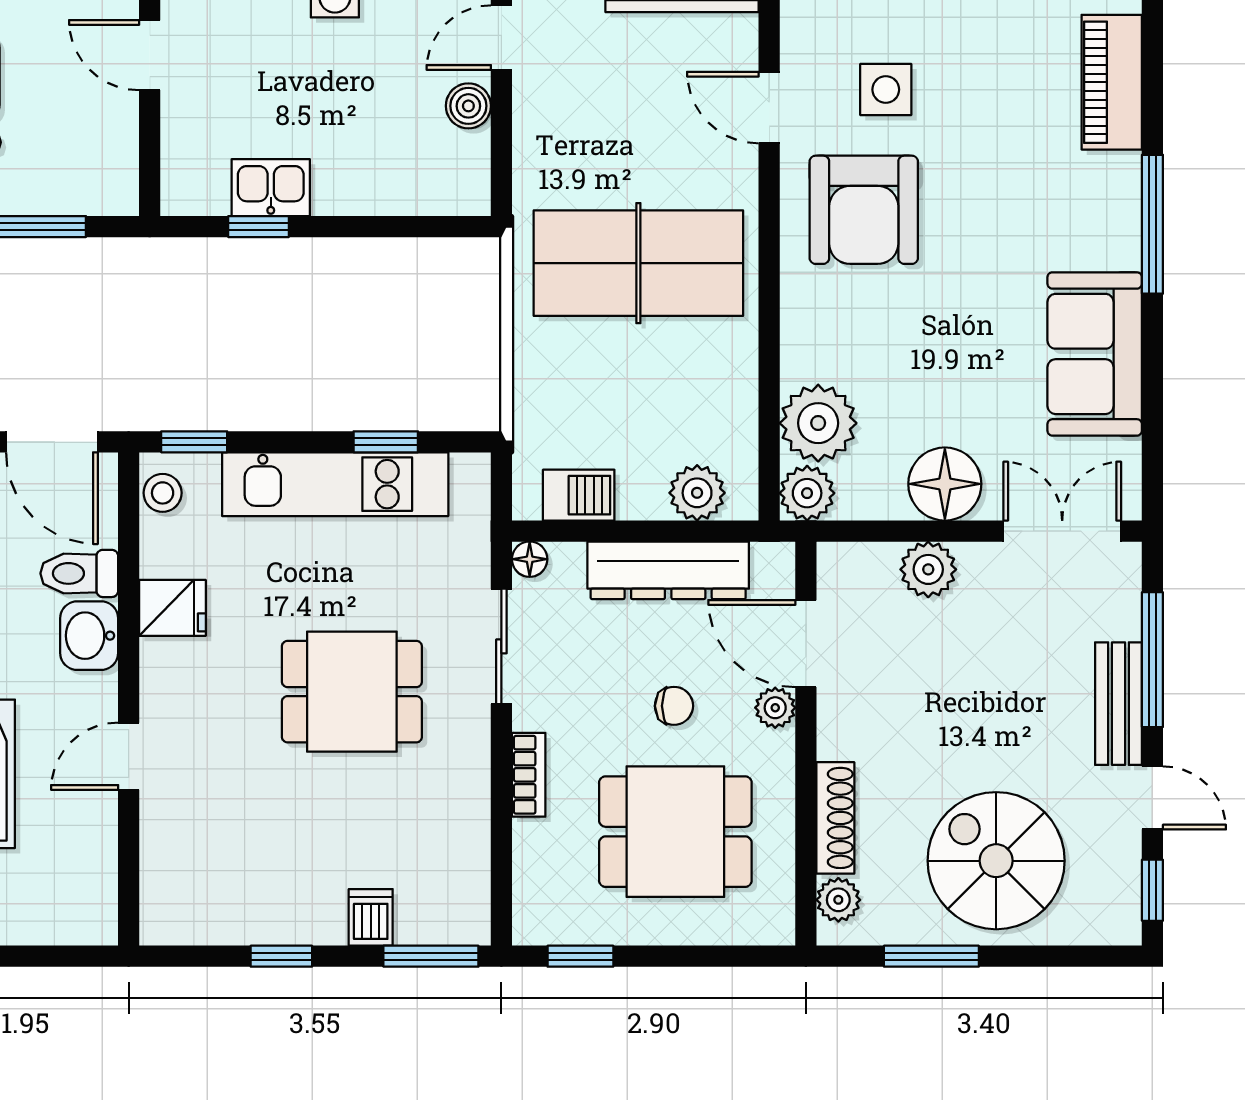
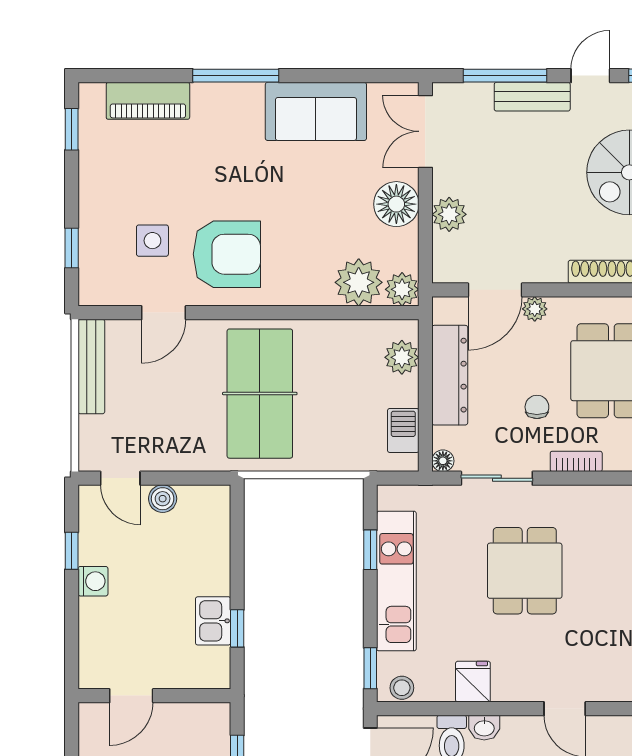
washbasin: (89, 636) -> (484, 728), width x0.72, depth x0.69
chair: (674, 706) -> (537, 407), moved

